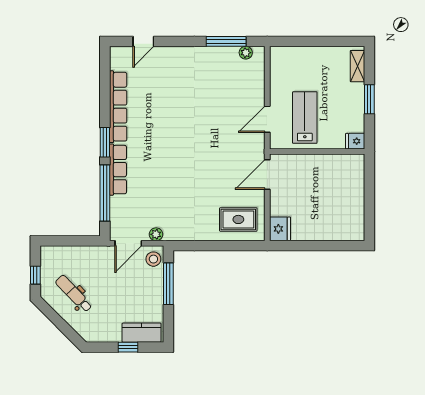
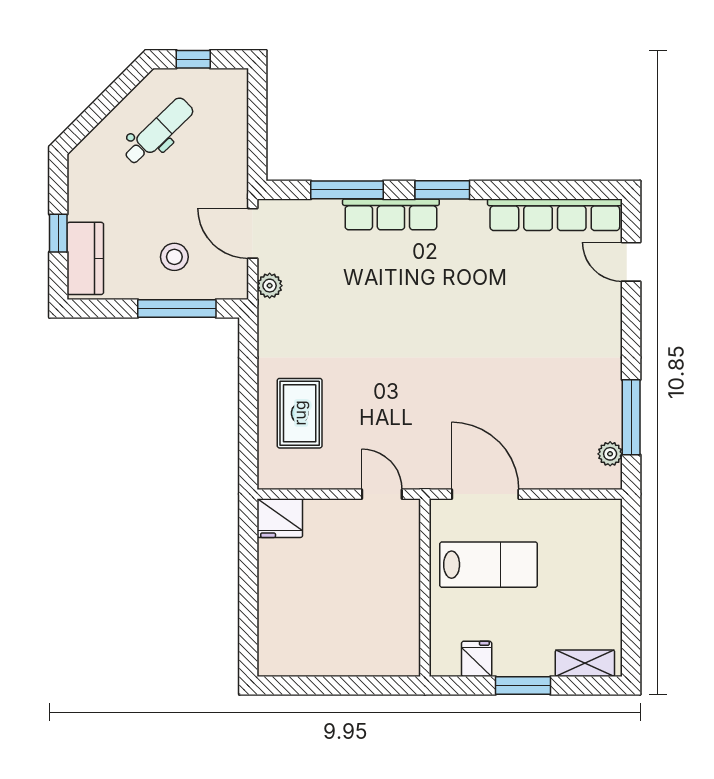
row of seats: (118, 107) -> (555, 215), moved
door: (267, 119) -> (485, 494), width x1.36
fridge: (355, 141) -> (477, 659), moved
door: (267, 174) -> (382, 494), width x0.73
window: (105, 193) -> (347, 190), width x0.68
rug: (238, 219) -> (300, 413), moved
stool: (153, 259) -> (174, 257), moved

